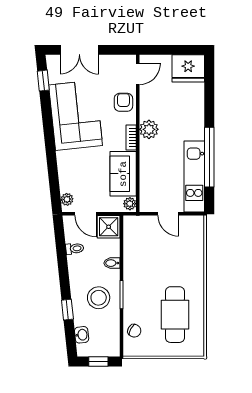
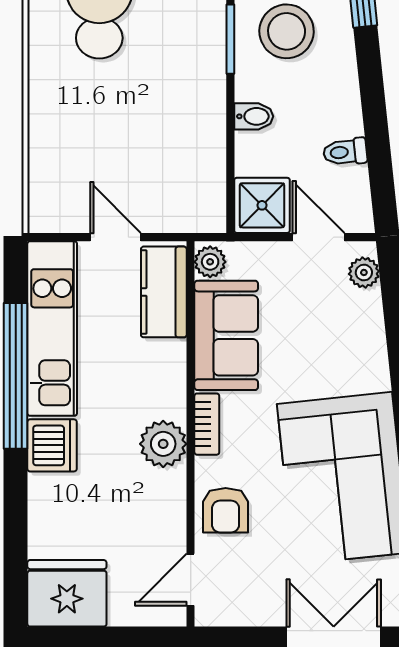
dishwasher: (194, 129) -> (52, 445), added
kitchen counter: (149, 191) -> (164, 292), added

